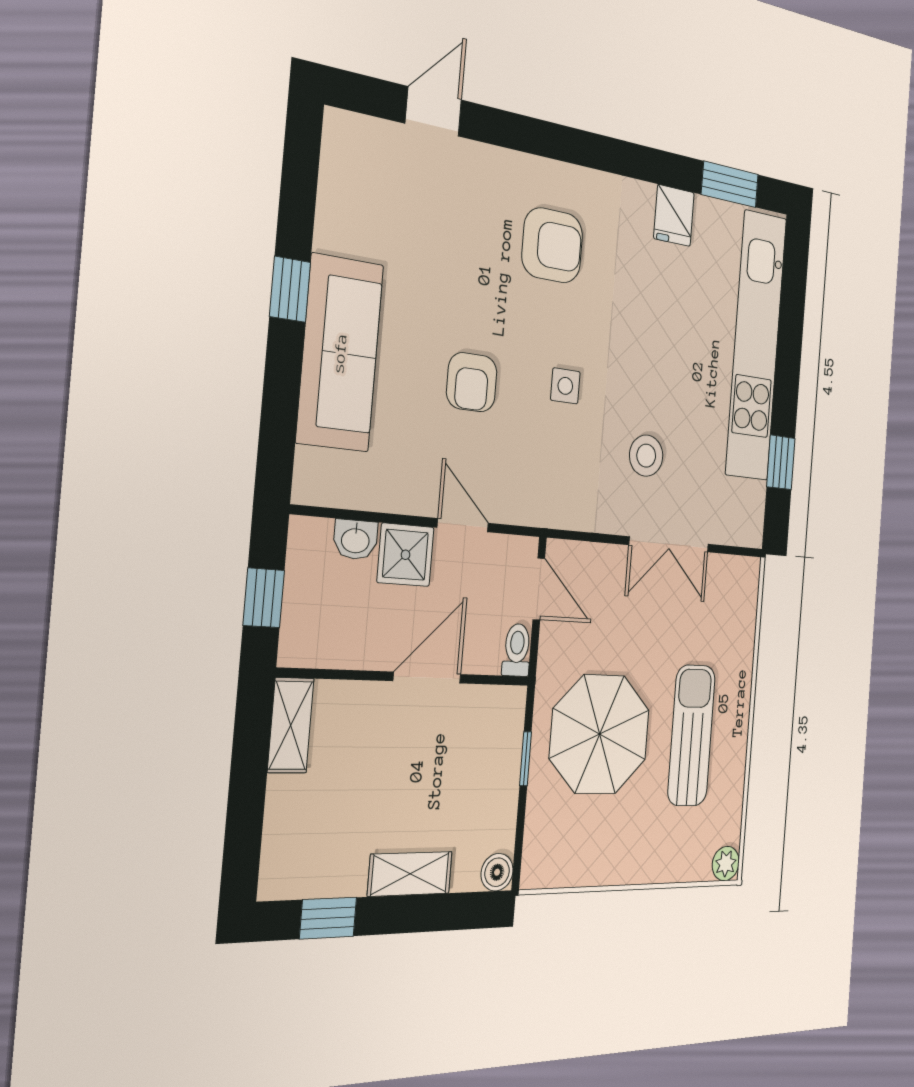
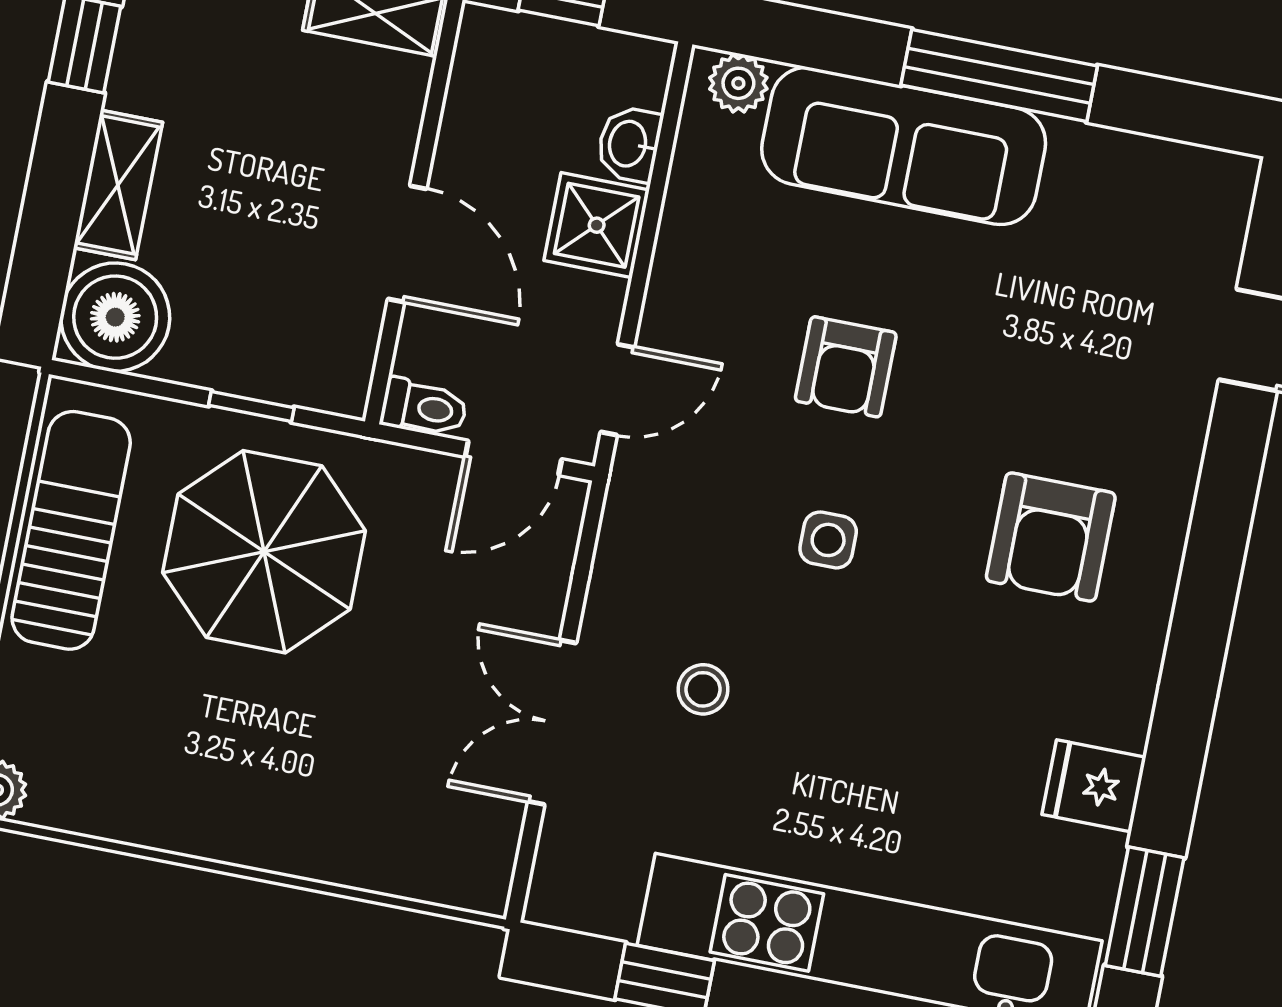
window: (290, 289) -> (999, 76), width x2.17
armchair: (472, 382) -> (846, 367), turned -90
stool: (646, 456) -> (703, 689), width x0.73, depth x0.73
plant: (311, 470) -> (738, 83), added
door: (463, 525) -> (617, 390), moved
sun lounger: (691, 735) -> (71, 530), moved, turned -90
boiler: (497, 872) -> (115, 317), width x1.86, depth x1.86

